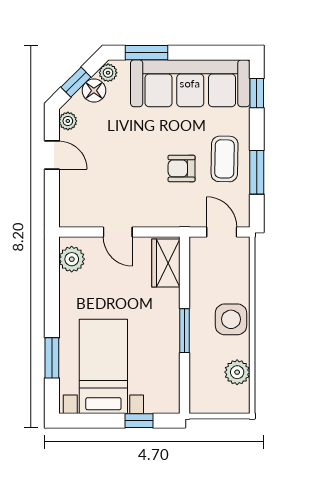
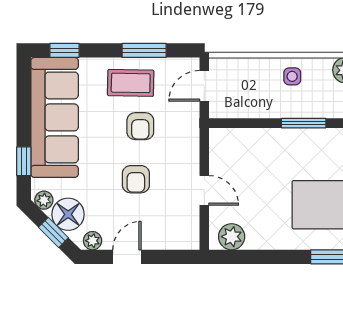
window: (147, 53) -> (24, 161), width x0.67
floor lamp: (94, 91) -> (68, 214), width x1.38, depth x1.38
armchair: (129, 164) -> (136, 179), added
door: (118, 232) -> (204, 190), hinge flipped
wardrobe: (166, 263) -> (235, 142), removed
side table: (231, 319) -> (292, 76), width x0.54, depth x0.54

